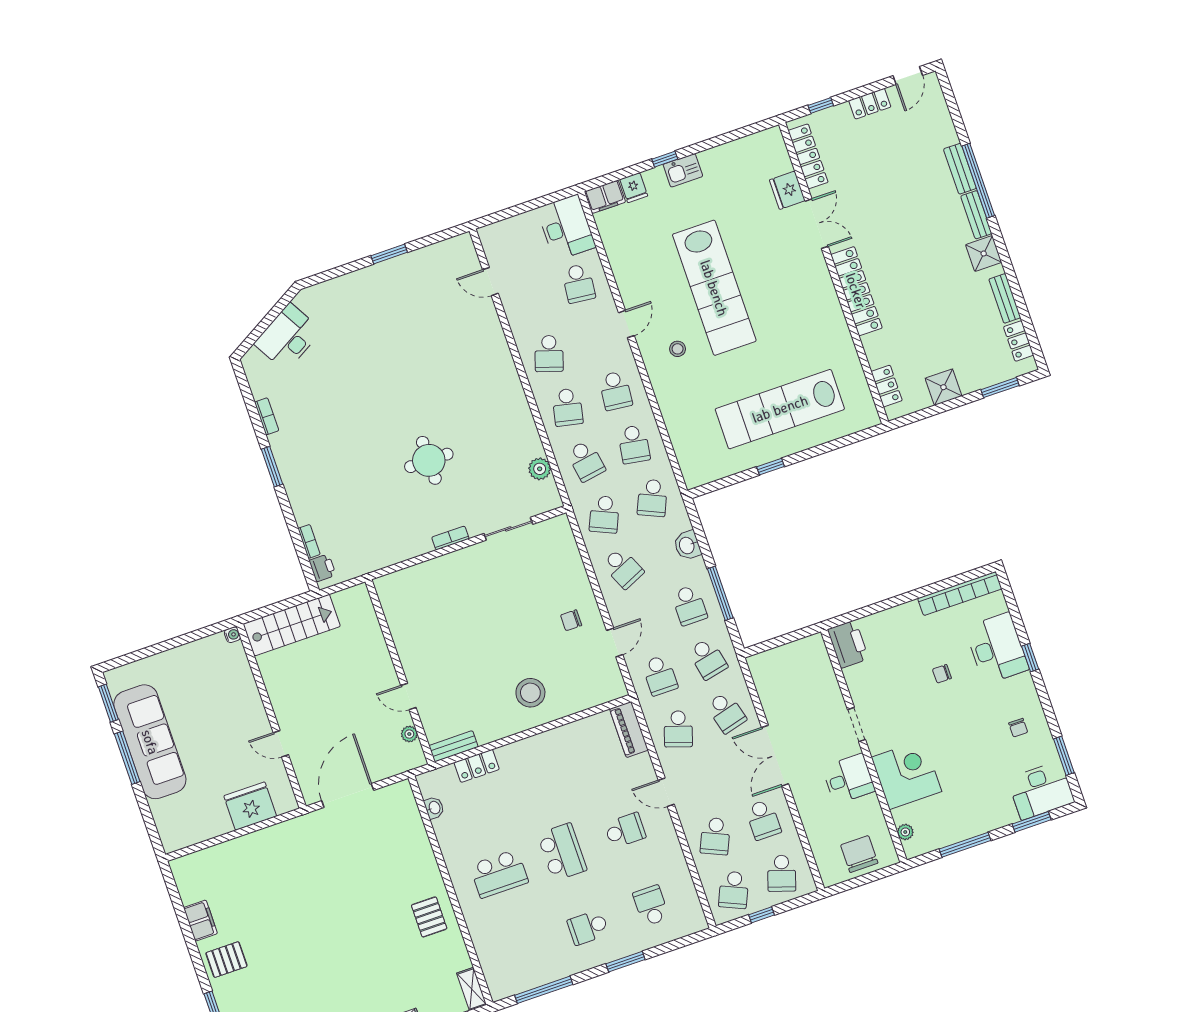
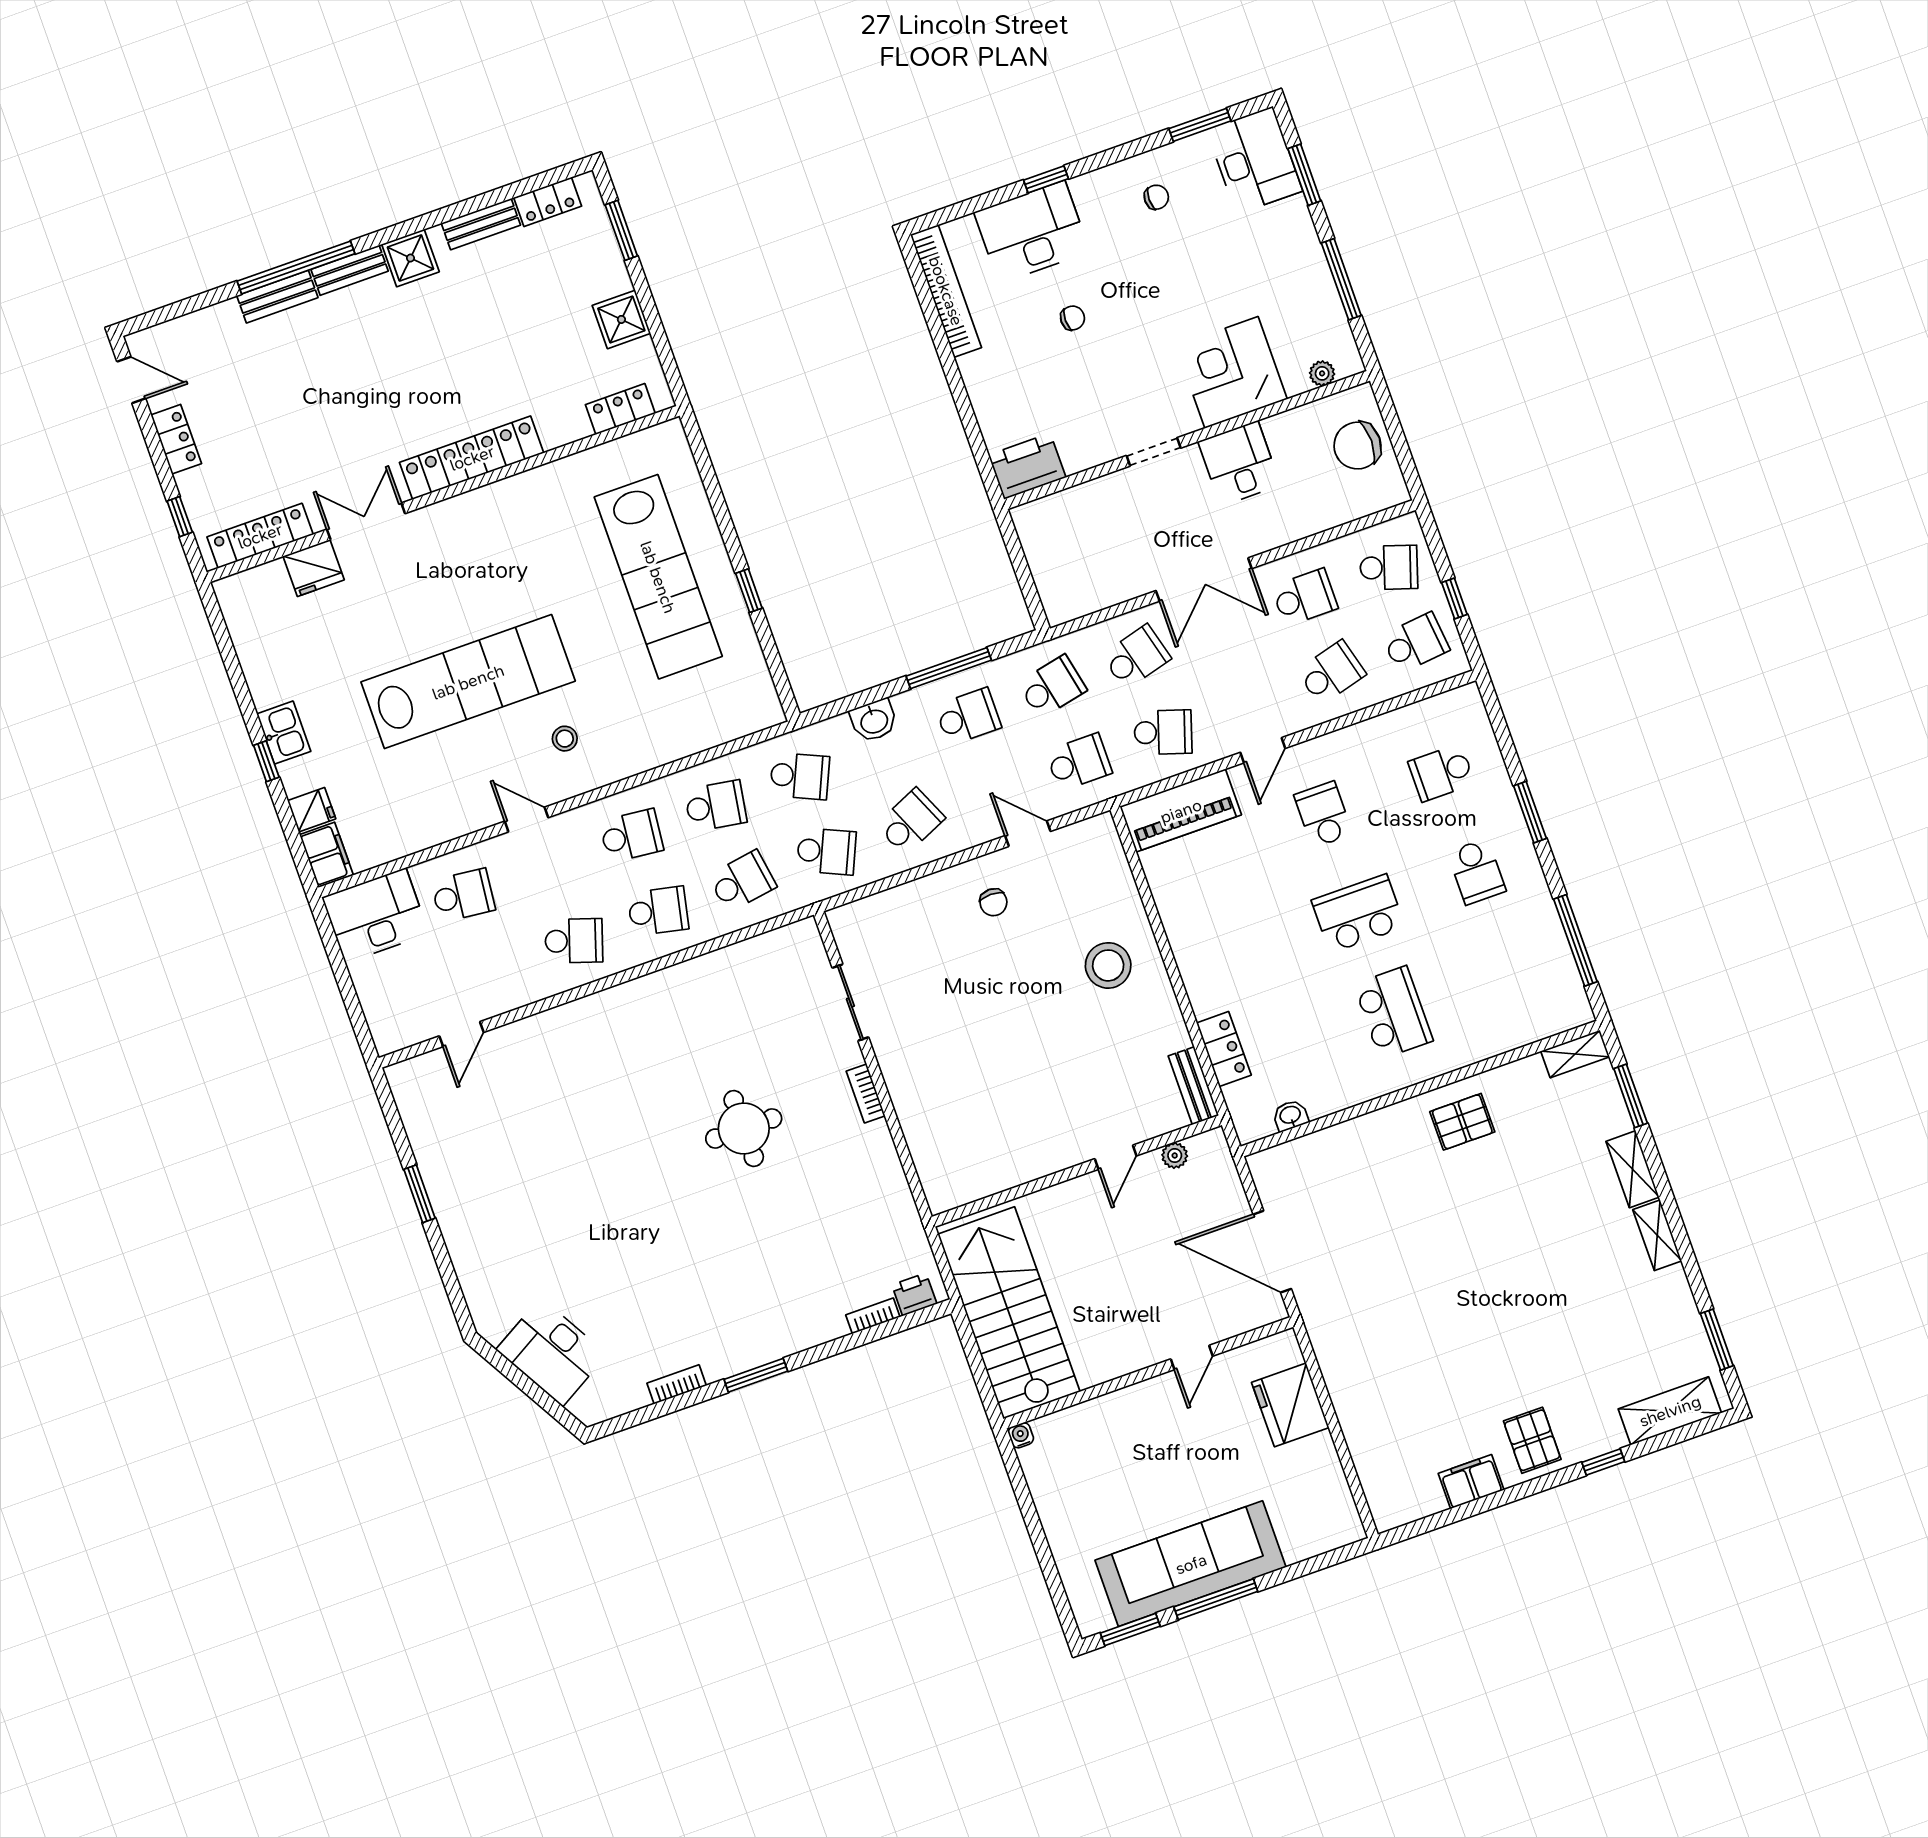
plant: (540, 469) -> (756, 954), removed
stairs: (292, 625) -> (1009, 1313), width x1.36, depth x1.51
chair: (942, 674) -> (1073, 318), turned -90
piano: (629, 729) -> (1181, 811), width x1.37, depth x1.33
school desk: (715, 836) -> (1331, 673), turned -39
school desk: (734, 890) -> (1415, 643), turned -30

